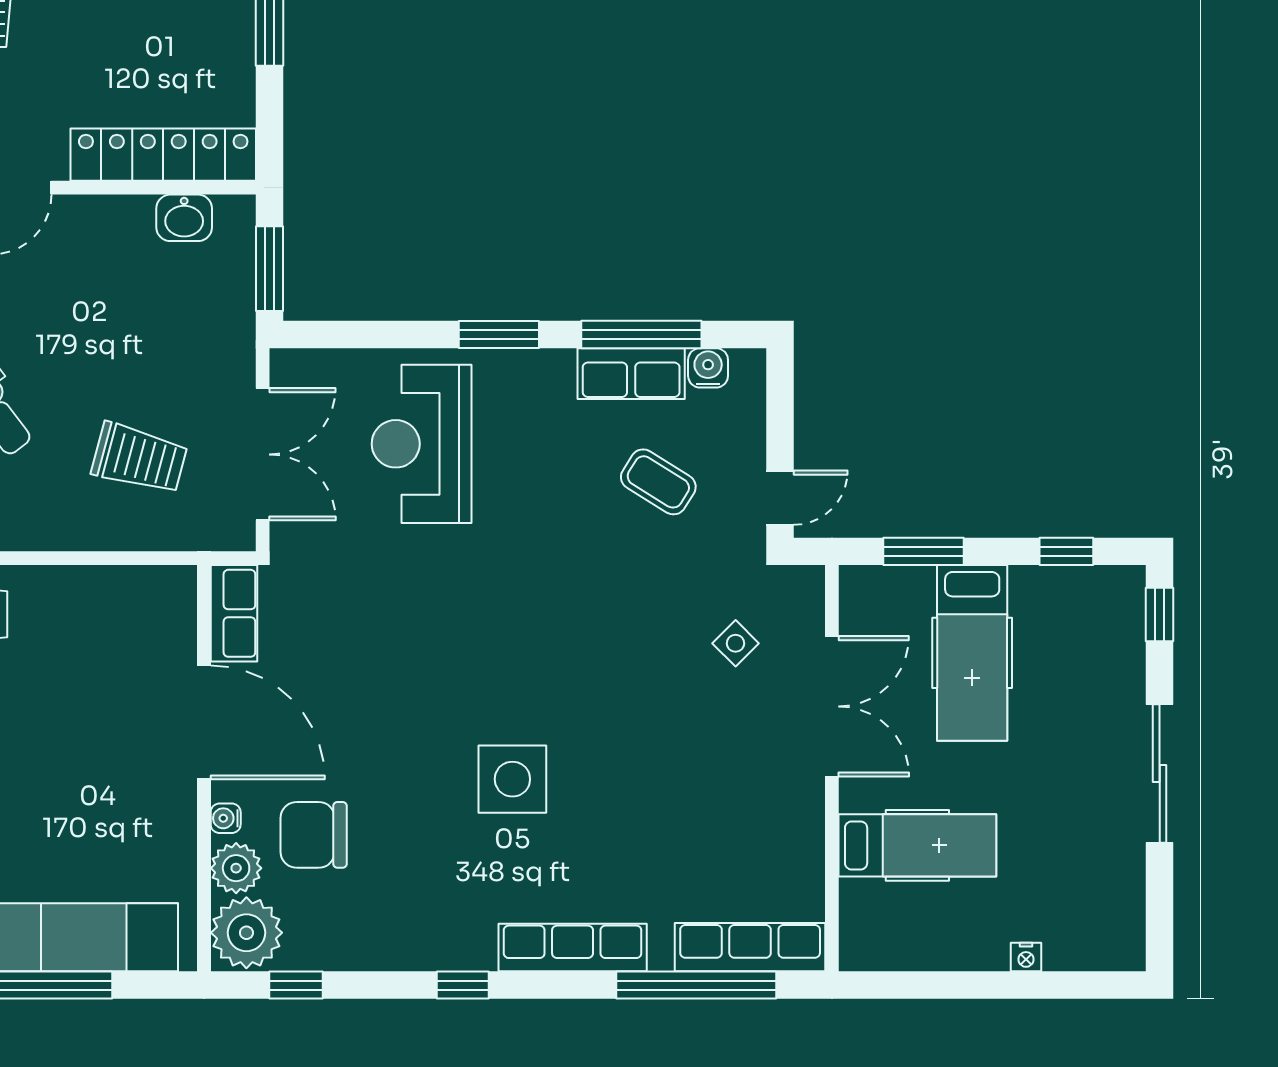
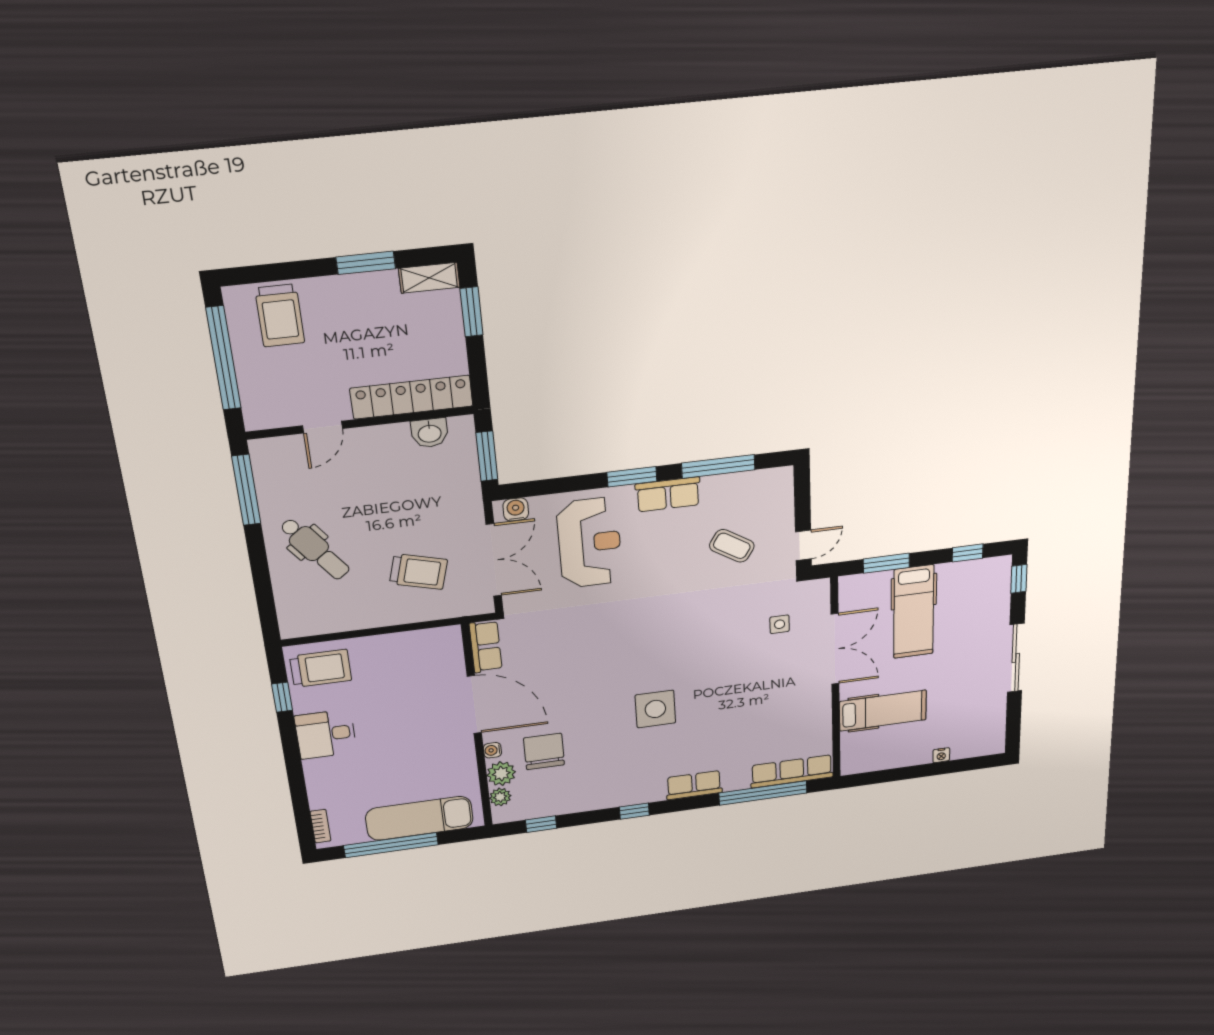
water cooler: (708, 368) -> (516, 509), moved
row of seats: (631, 374) -> (668, 494), moved
reception desk: (422, 444) -> (590, 543), turned 180
side table: (736, 643) -> (780, 624), turned 45
chair: (314, 835) -> (544, 751), turned 90
plant: (246, 933) -> (500, 797), width x0.53, depth x0.53
row of seats: (573, 948) -> (694, 785), width x0.68

